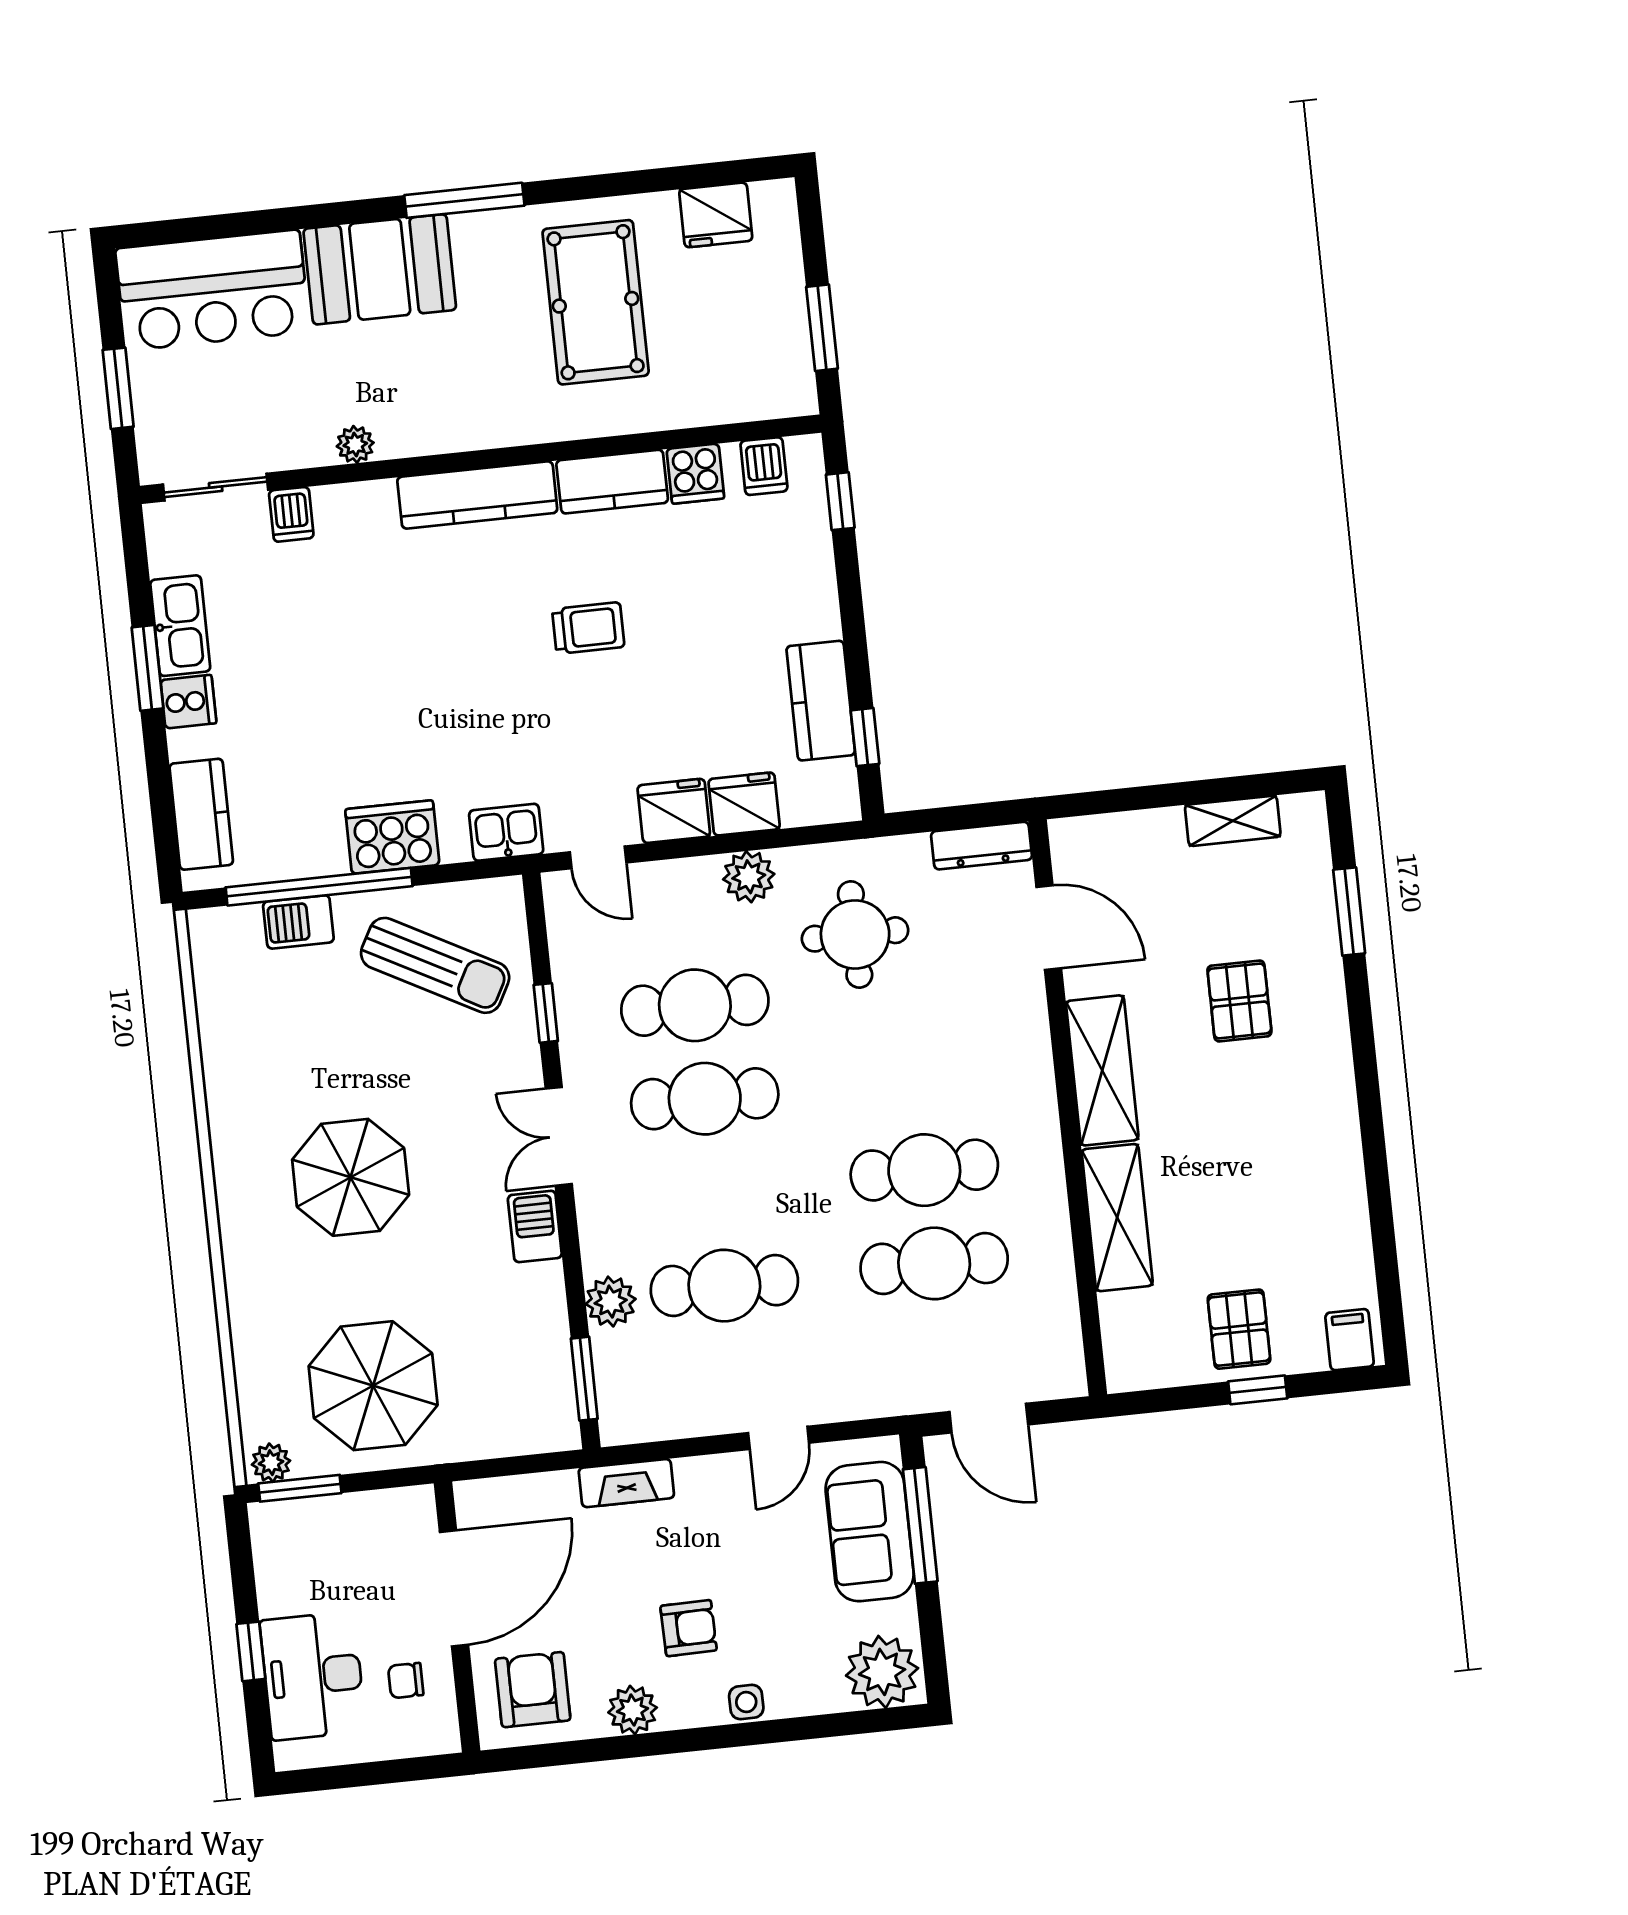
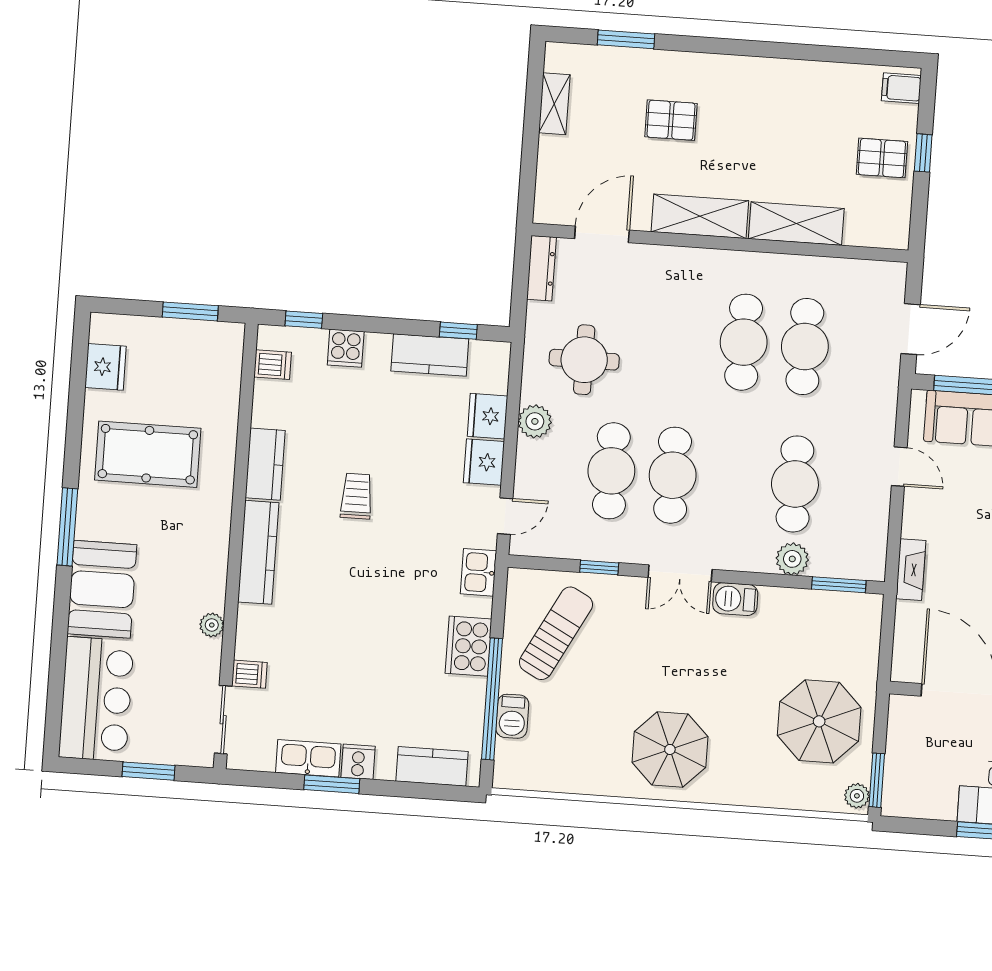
cooker: (695, 474) -> (346, 348), moved, turned 90
parasol: (351, 1177) -> (670, 749), moved

